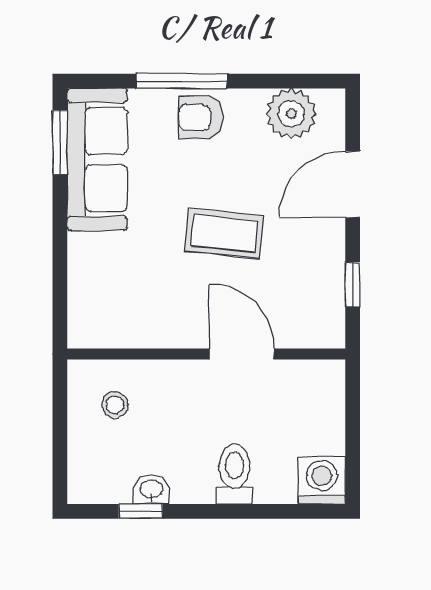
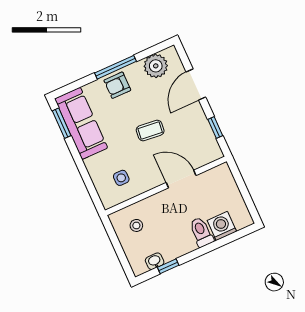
window: (181, 81) -> (115, 67), moved
coffee table: (224, 233) -> (150, 130), width x0.73, depth x0.77
side table: (127, 300) -> (121, 178), added
washing machine: (322, 480) -> (222, 226), moved
washbasin: (151, 490) -> (155, 261), moved

